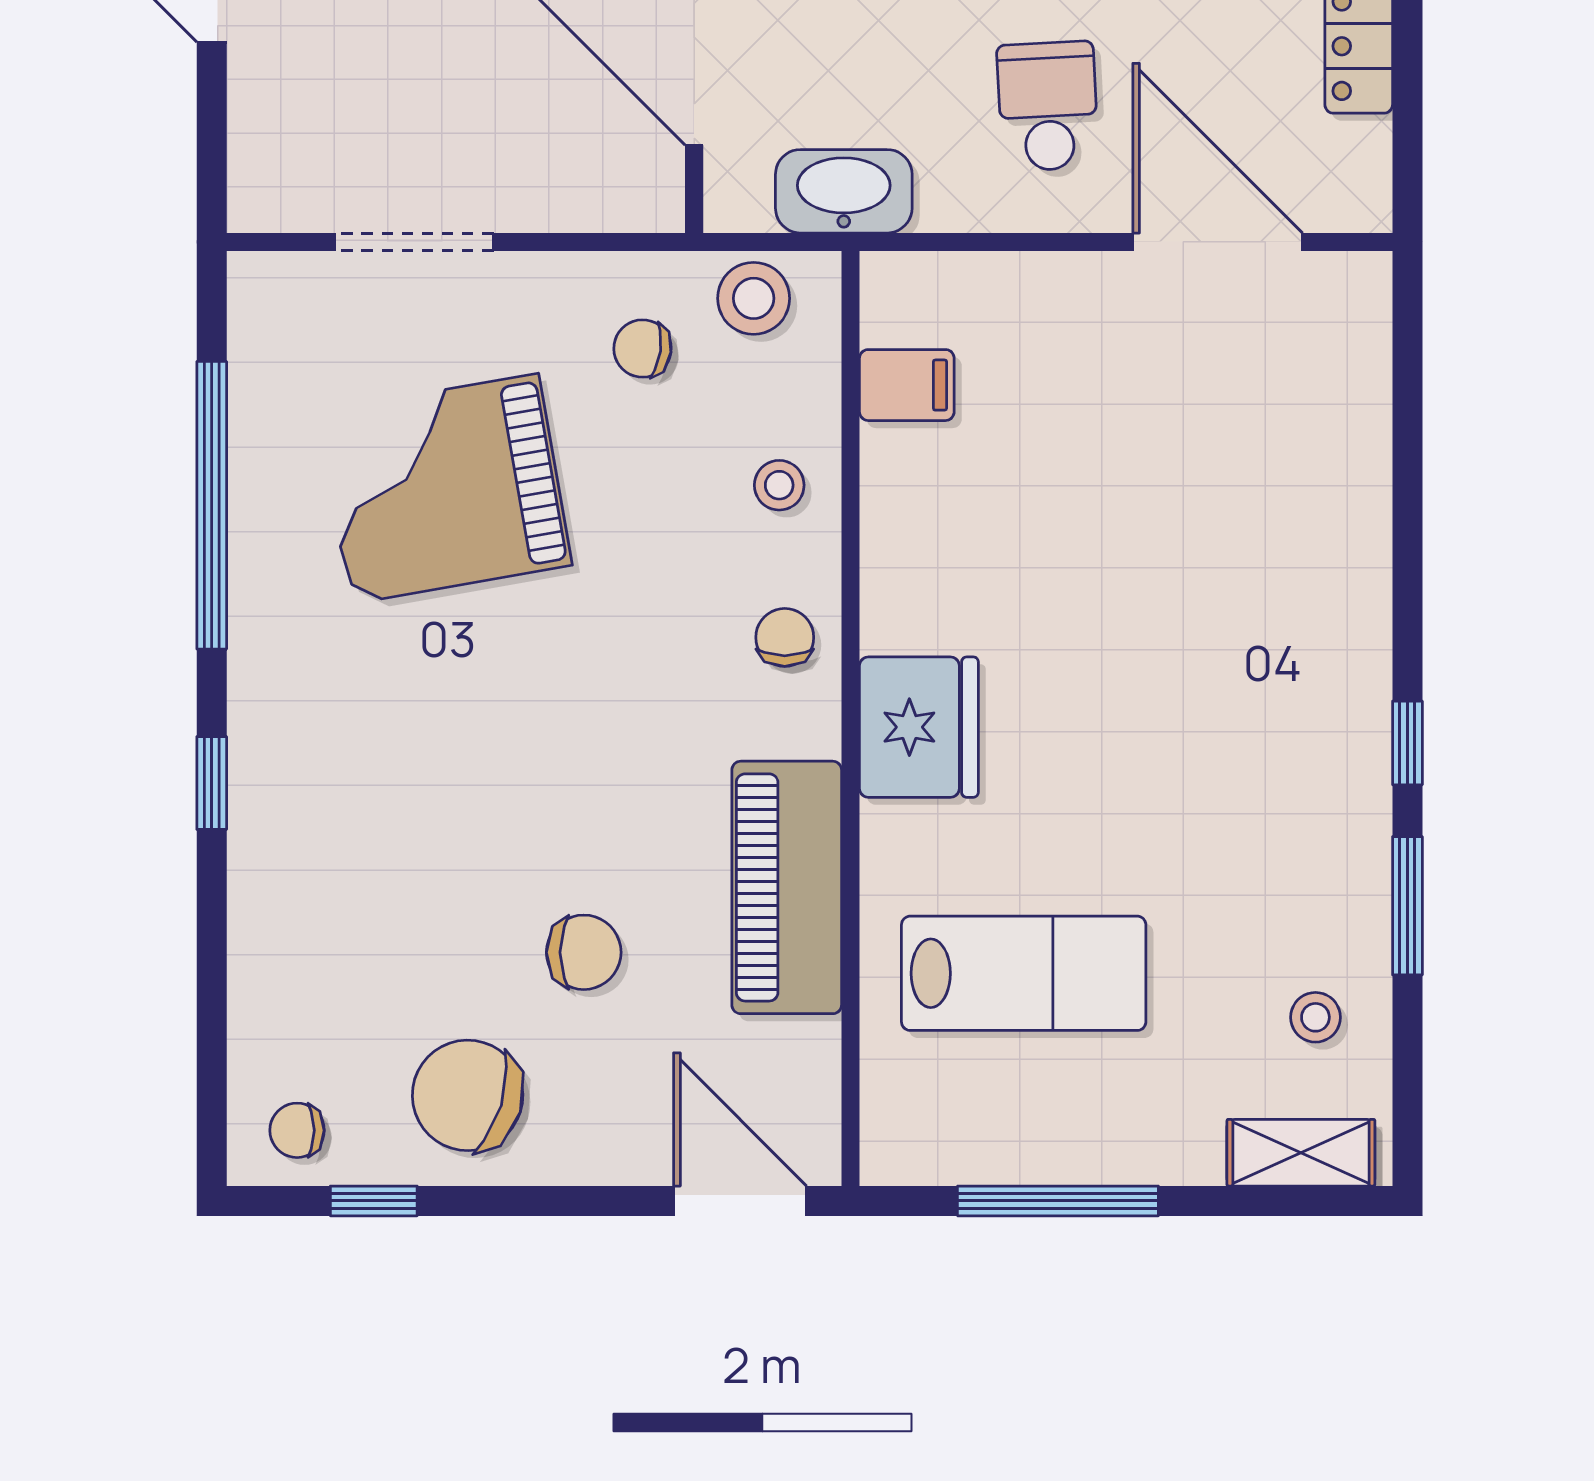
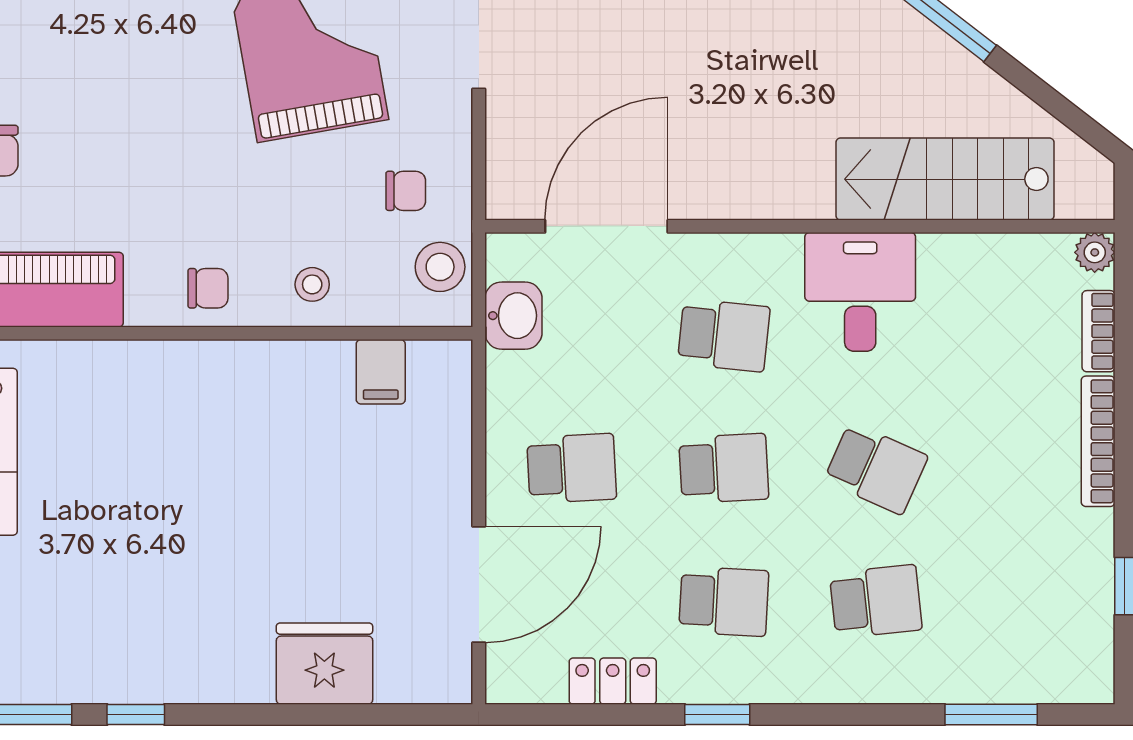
washbasin: (844, 191) -> (513, 316), width x0.72
chair: (643, 348) -> (406, 191), turned 82
fridge: (919, 727) -> (324, 664), moved, turned 180

